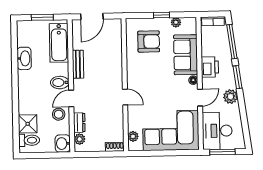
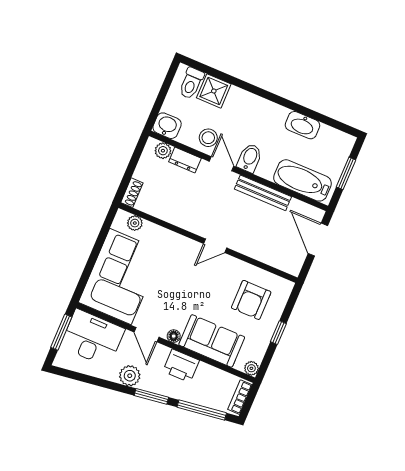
plant: (176, 22) -> (251, 368), moved
bench: (78, 64) -> (263, 193), width x1.36
door: (125, 97) -> (215, 246), moved

